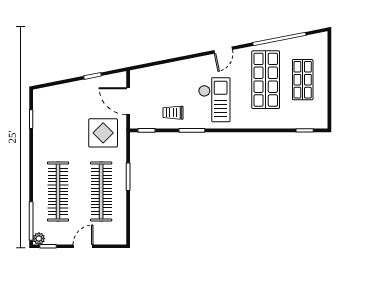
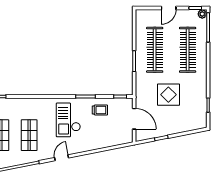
shop shelf: (266, 80) -> (29, 135), width x0.70, depth x0.74
display table: (103, 133) -> (168, 95), moved

